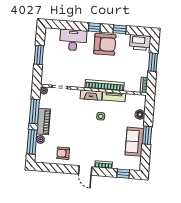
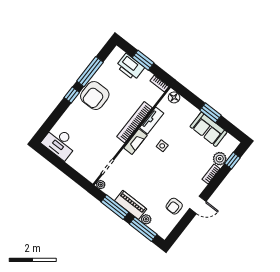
window: (120, 29) -> (90, 72), width x2.17
desk: (73, 40) -> (60, 143), moved, turned -90
printer: (140, 43) -> (130, 67), moved, turned 90
armchair: (105, 44) -> (95, 96), turned 180
window: (39, 55) -> (63, 167), removed
floor lamp: (140, 115) -> (174, 97), moved
plant: (119, 163) -> (220, 159), added
door: (85, 170) -> (198, 205), moved

